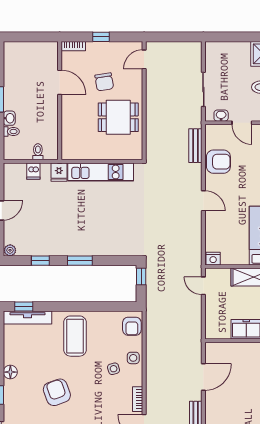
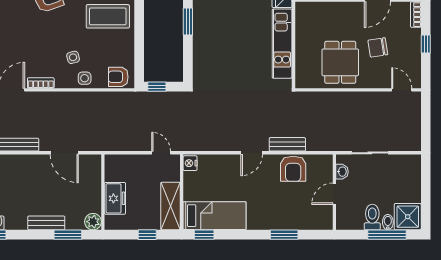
bench: (195, 146) -> (287, 144), moved
window: (141, 277) -> (157, 87), moved
door: (203, 286) -> (161, 153), hinge flipped

